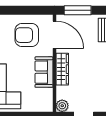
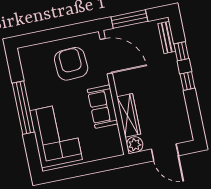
armchair: (27, 35) -> (71, 64), turned 87
wardrobe: (62, 69) -> (129, 115), moved

